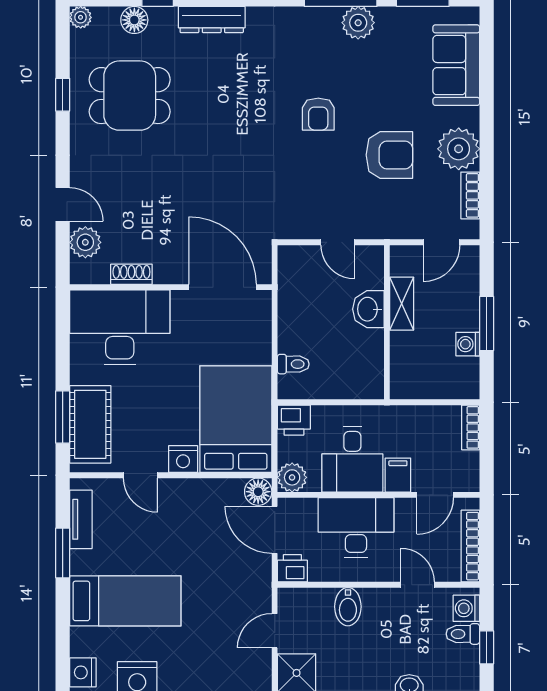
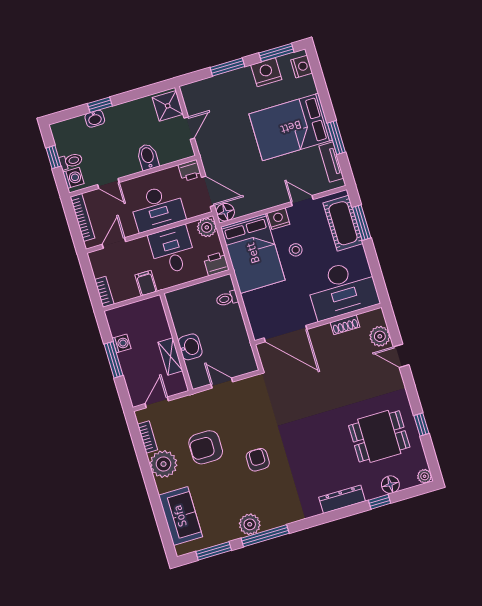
stool: (171, 406) -> (296, 250), added
filing cabinet: (398, 475) -> (146, 283), moved, turned 180
bed: (125, 601) -> (291, 127), width x1.50

